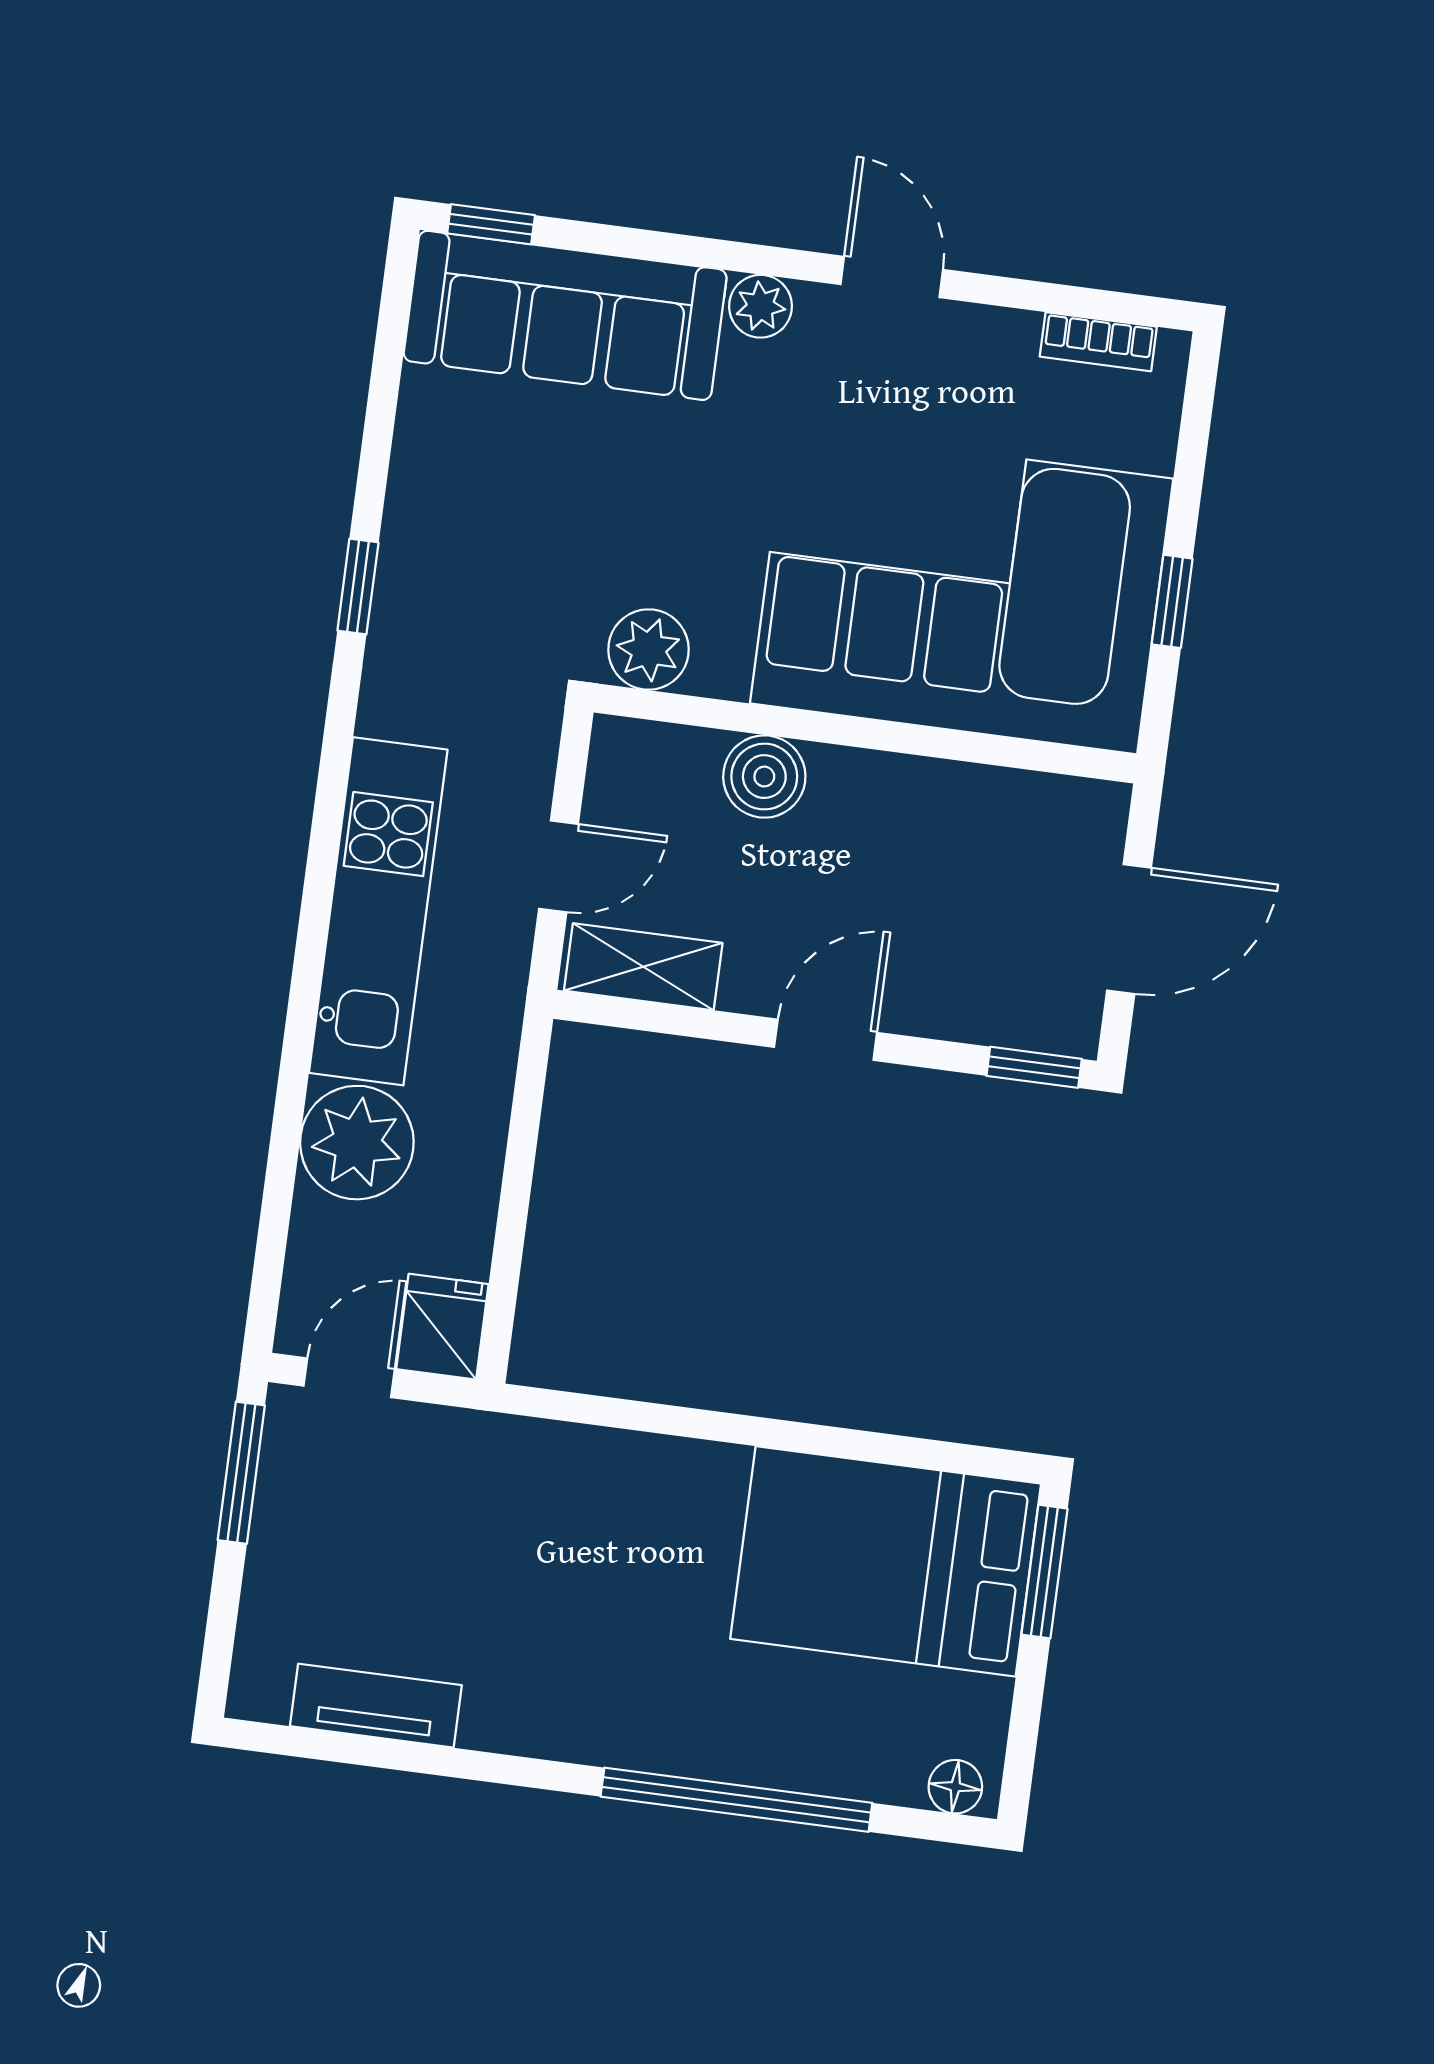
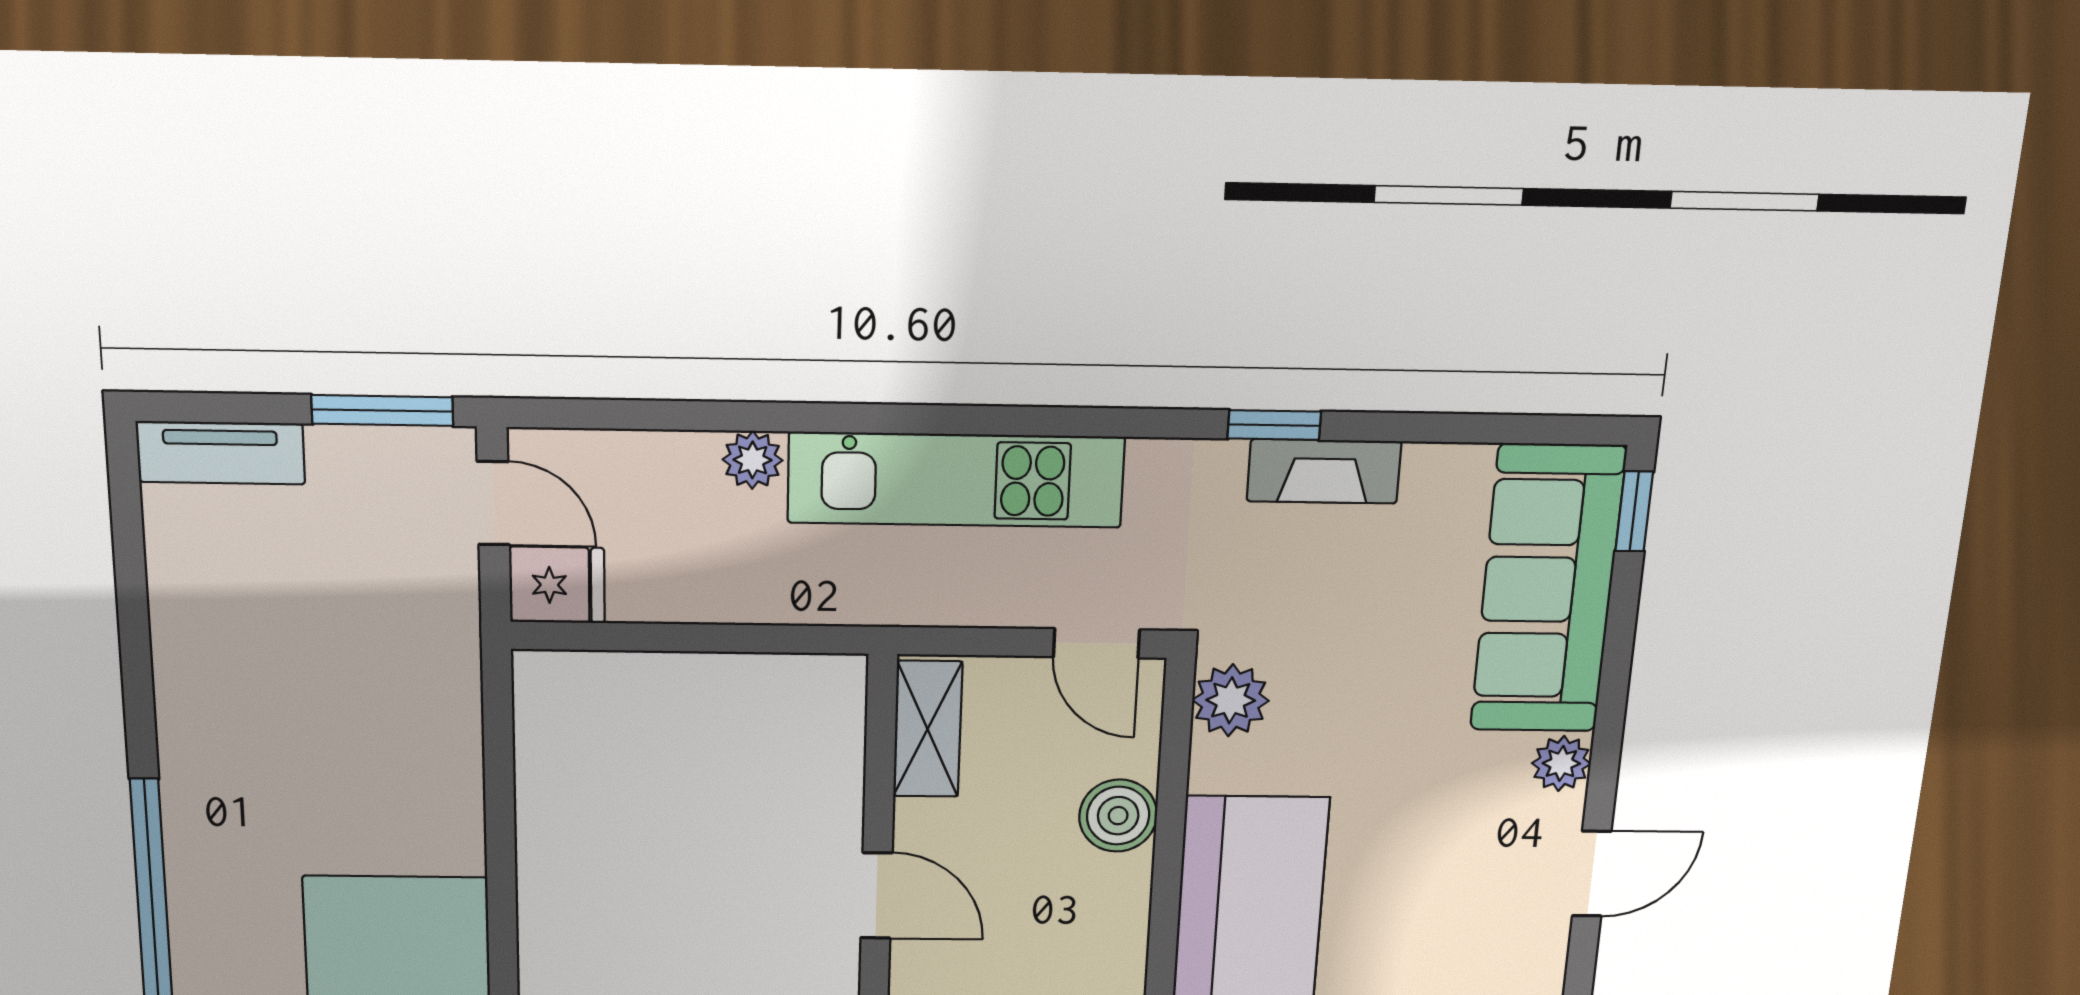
fireplace: (412, 539) -> (1324, 471), added
door: (559, 866) -> (1096, 643), moved
plant: (357, 1143) -> (753, 460), width x0.53, depth x0.53
tv unit: (376, 1706) -> (221, 453), moved, turned 90

